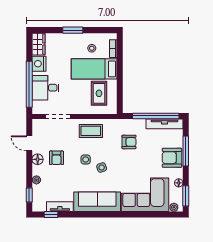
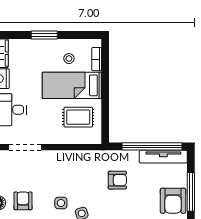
rug: (99, 93) -> (78, 117), turned 90
coffee table: (91, 131) -> (68, 166), removed
armchair: (56, 158) -> (23, 201), turned 180
armchair: (172, 158) -> (173, 201), turned -90

